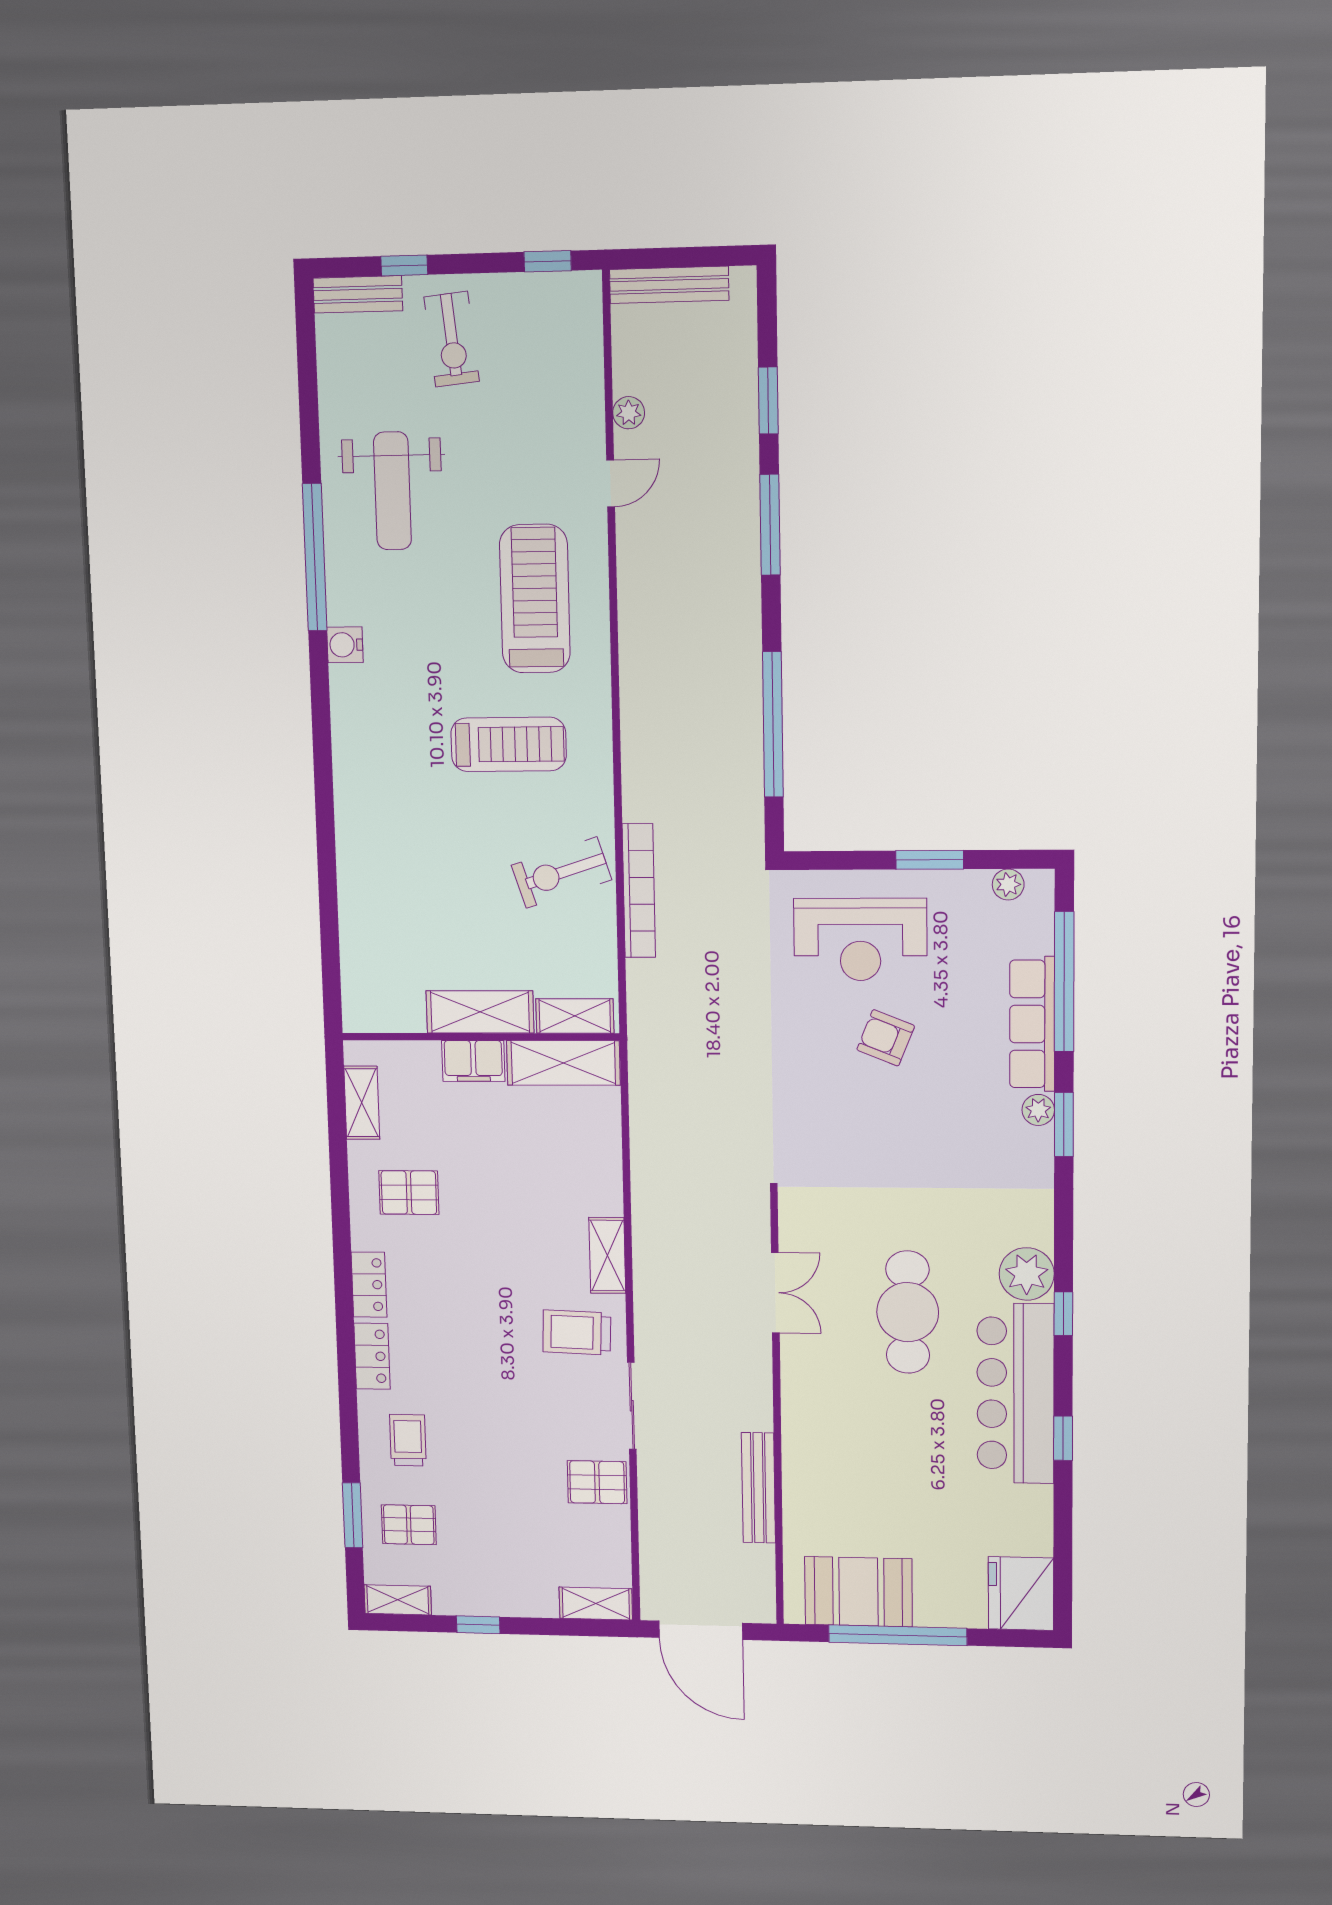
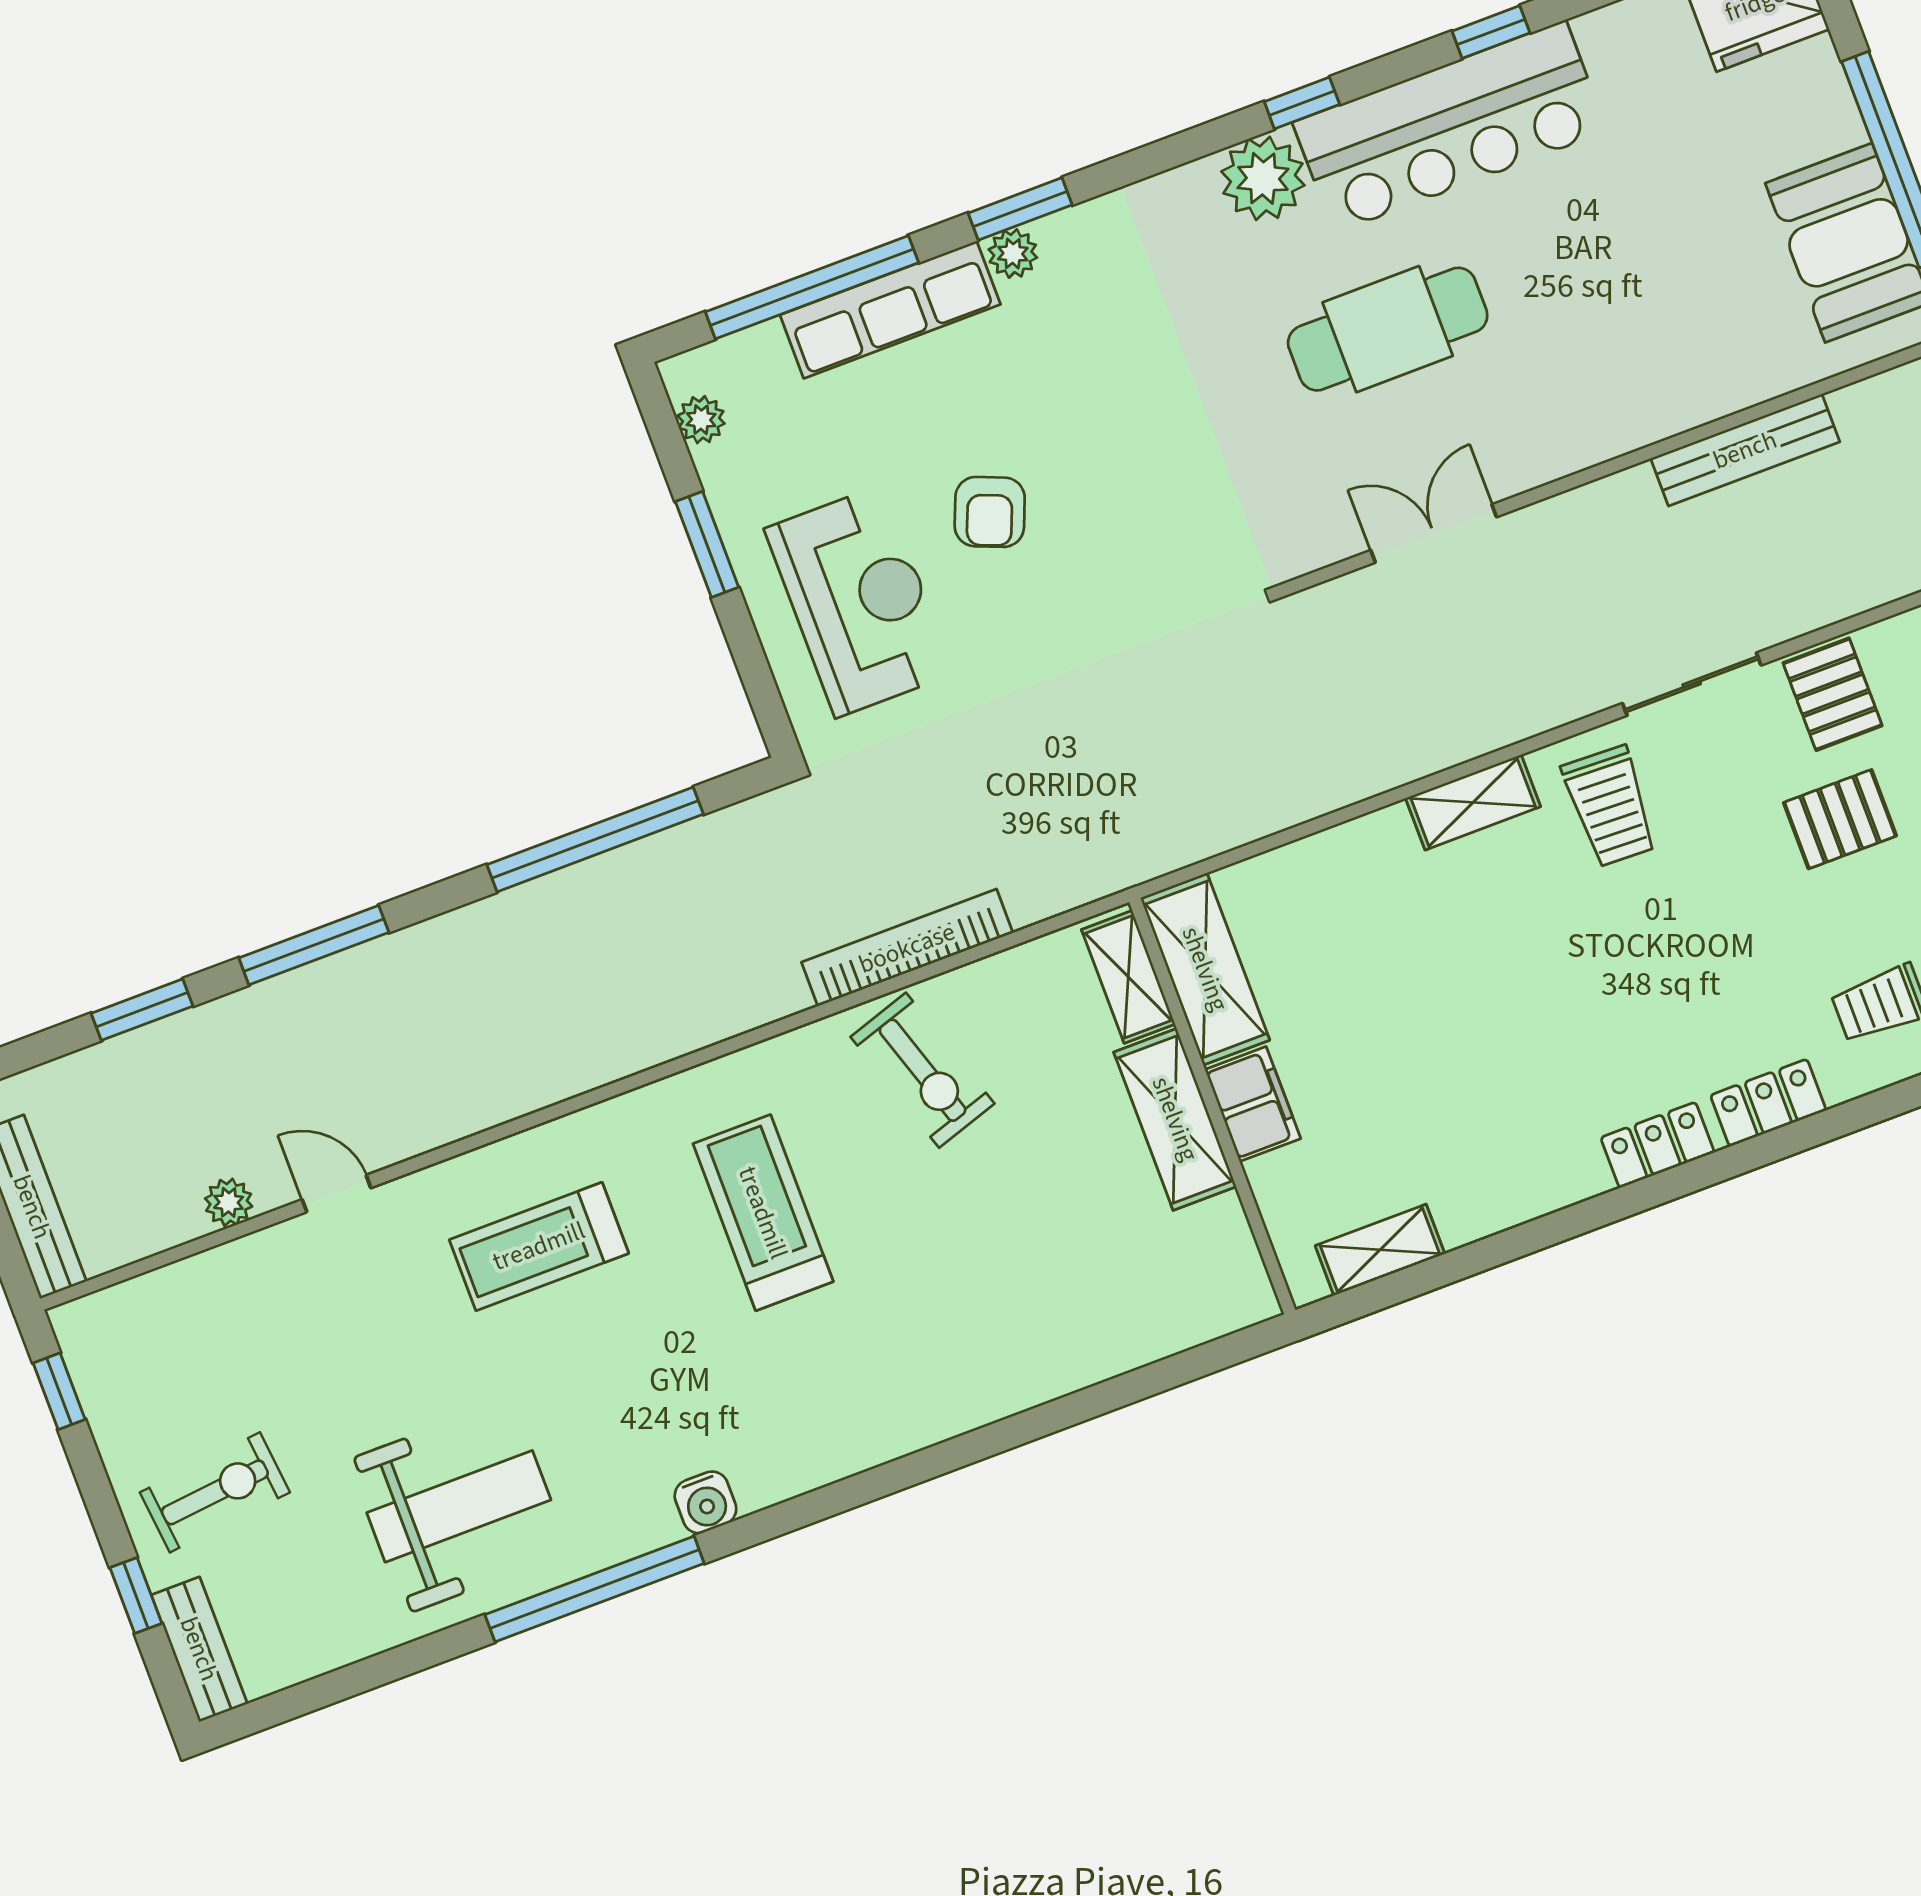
treadmill: (535, 599) -> (539, 1246), width x0.73, depth x0.73
pallet: (409, 1193) -> (1840, 819), moved, turned 90

